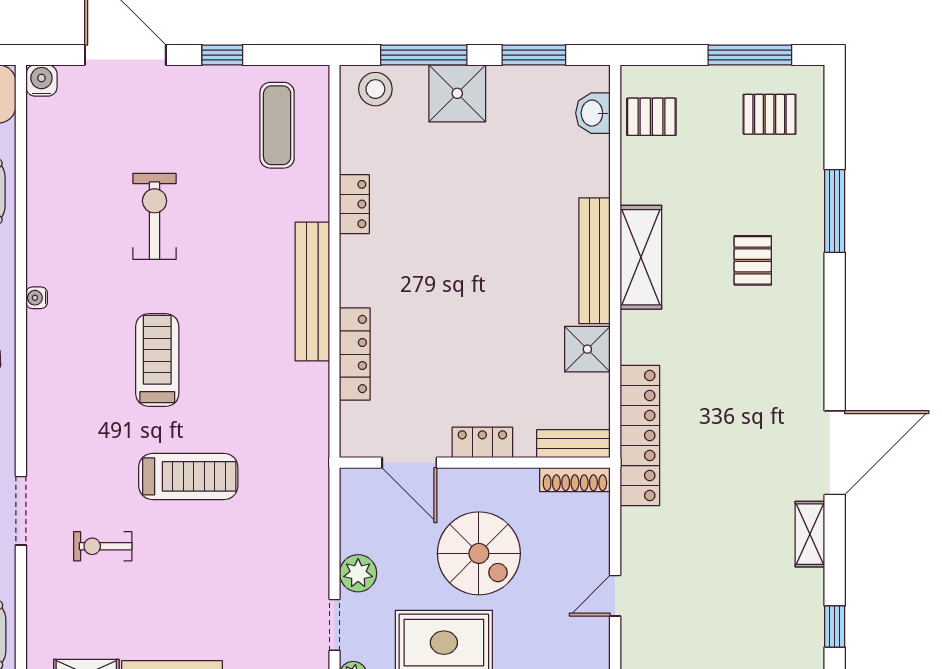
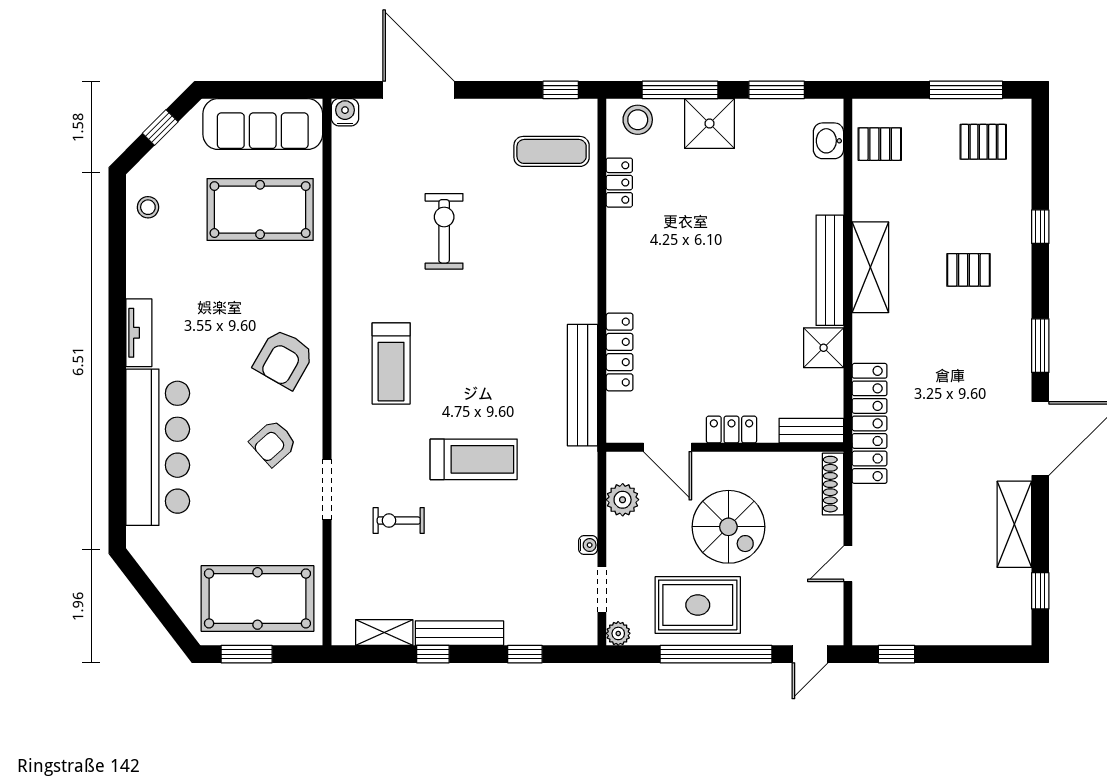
window: (222, 55) -> (561, 90), moved
exercise mat: (277, 125) -> (552, 151), turned 90
locker: (354, 204) -> (619, 183), moved
window: (835, 211) -> (1040, 227), width x0.46
pallet: (753, 260) -> (969, 270), turned 90
bench: (312, 292) -> (582, 385), moved
water cooler: (37, 298) -> (588, 545), moved, turned 180
window: (835, 347) -> (1040, 346), added
treadmill: (157, 360) -> (391, 363), moved, turned 180
shoe rack: (575, 480) -> (833, 484), moved, turned 90
shelving: (810, 534) -> (1014, 524), width x1.50, depth x1.33
plant: (358, 573) -> (623, 500), moved

